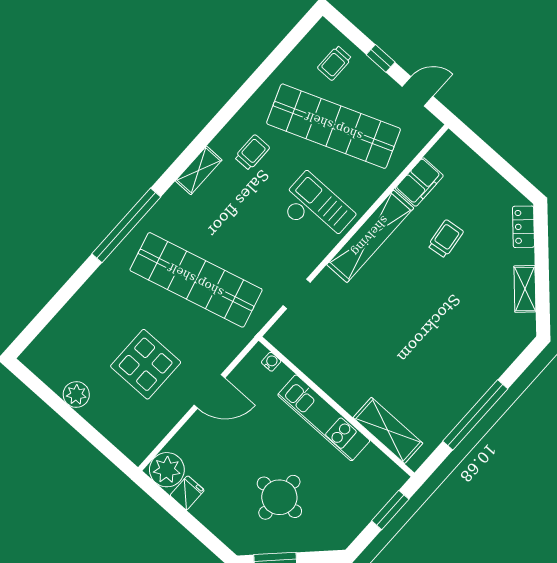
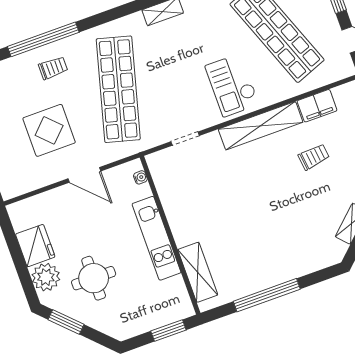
trolley: (252, 152) -> (53, 68), moved
checkout: (316, 209) -> (232, 85), turned 180
window: (126, 225) -> (43, 39), moved
shop shelf: (196, 280) -> (118, 89), turned 30
plant: (167, 470) -> (46, 277), moved
fridge: (187, 493) -> (35, 246), width x1.88, depth x1.34

